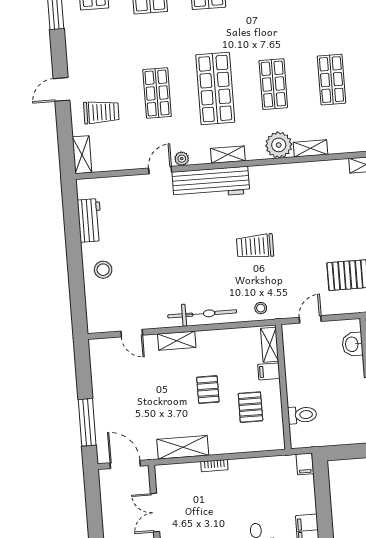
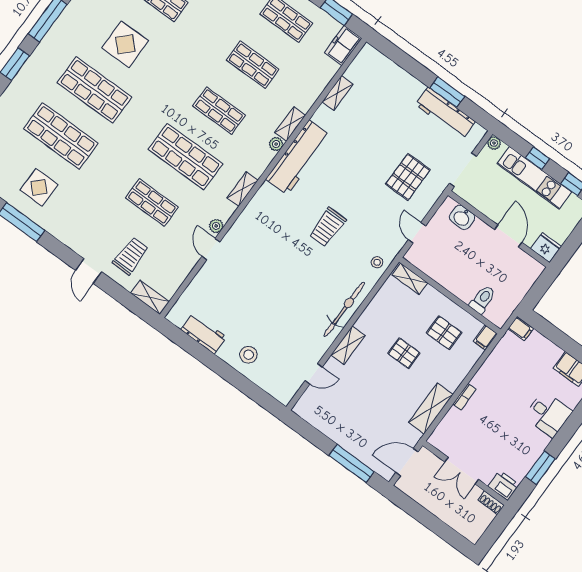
plant: (279, 145) -> (276, 144), width x0.53, depth x0.53
workbench: (211, 183) -> (298, 157), moved
filing cabinet: (269, 371) -> (485, 338), moved

